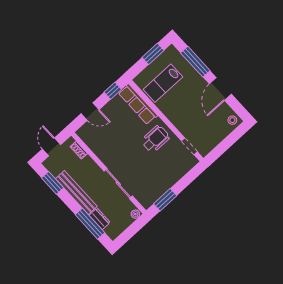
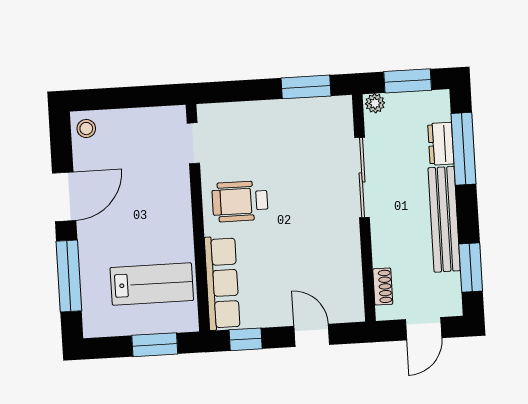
window: (153, 54) -> (155, 345), moved
window: (130, 232) -> (408, 81), added

